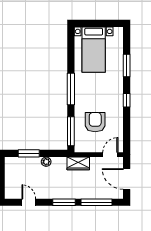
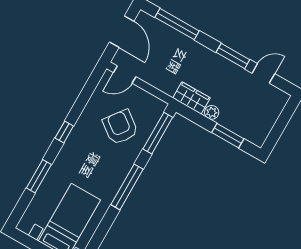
armchair: (95, 122) -> (120, 127), turned 127
wardrobe: (78, 163) -> (191, 98), moved
door: (29, 202) -> (263, 73), swing flipped
window: (64, 202) -> (233, 56), moved

